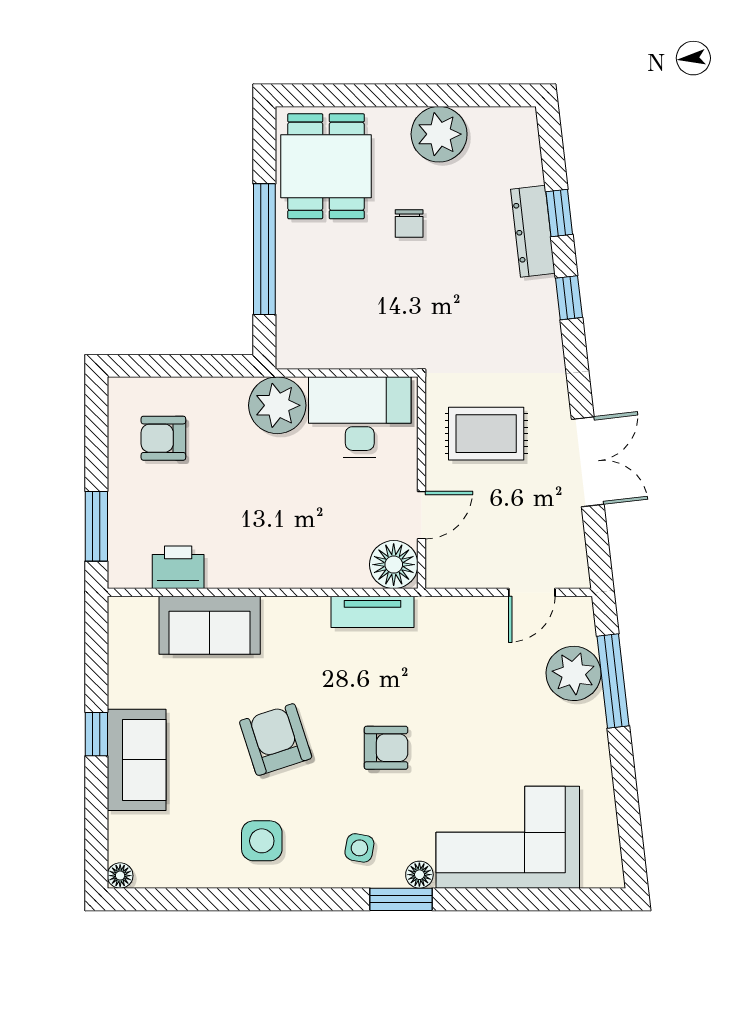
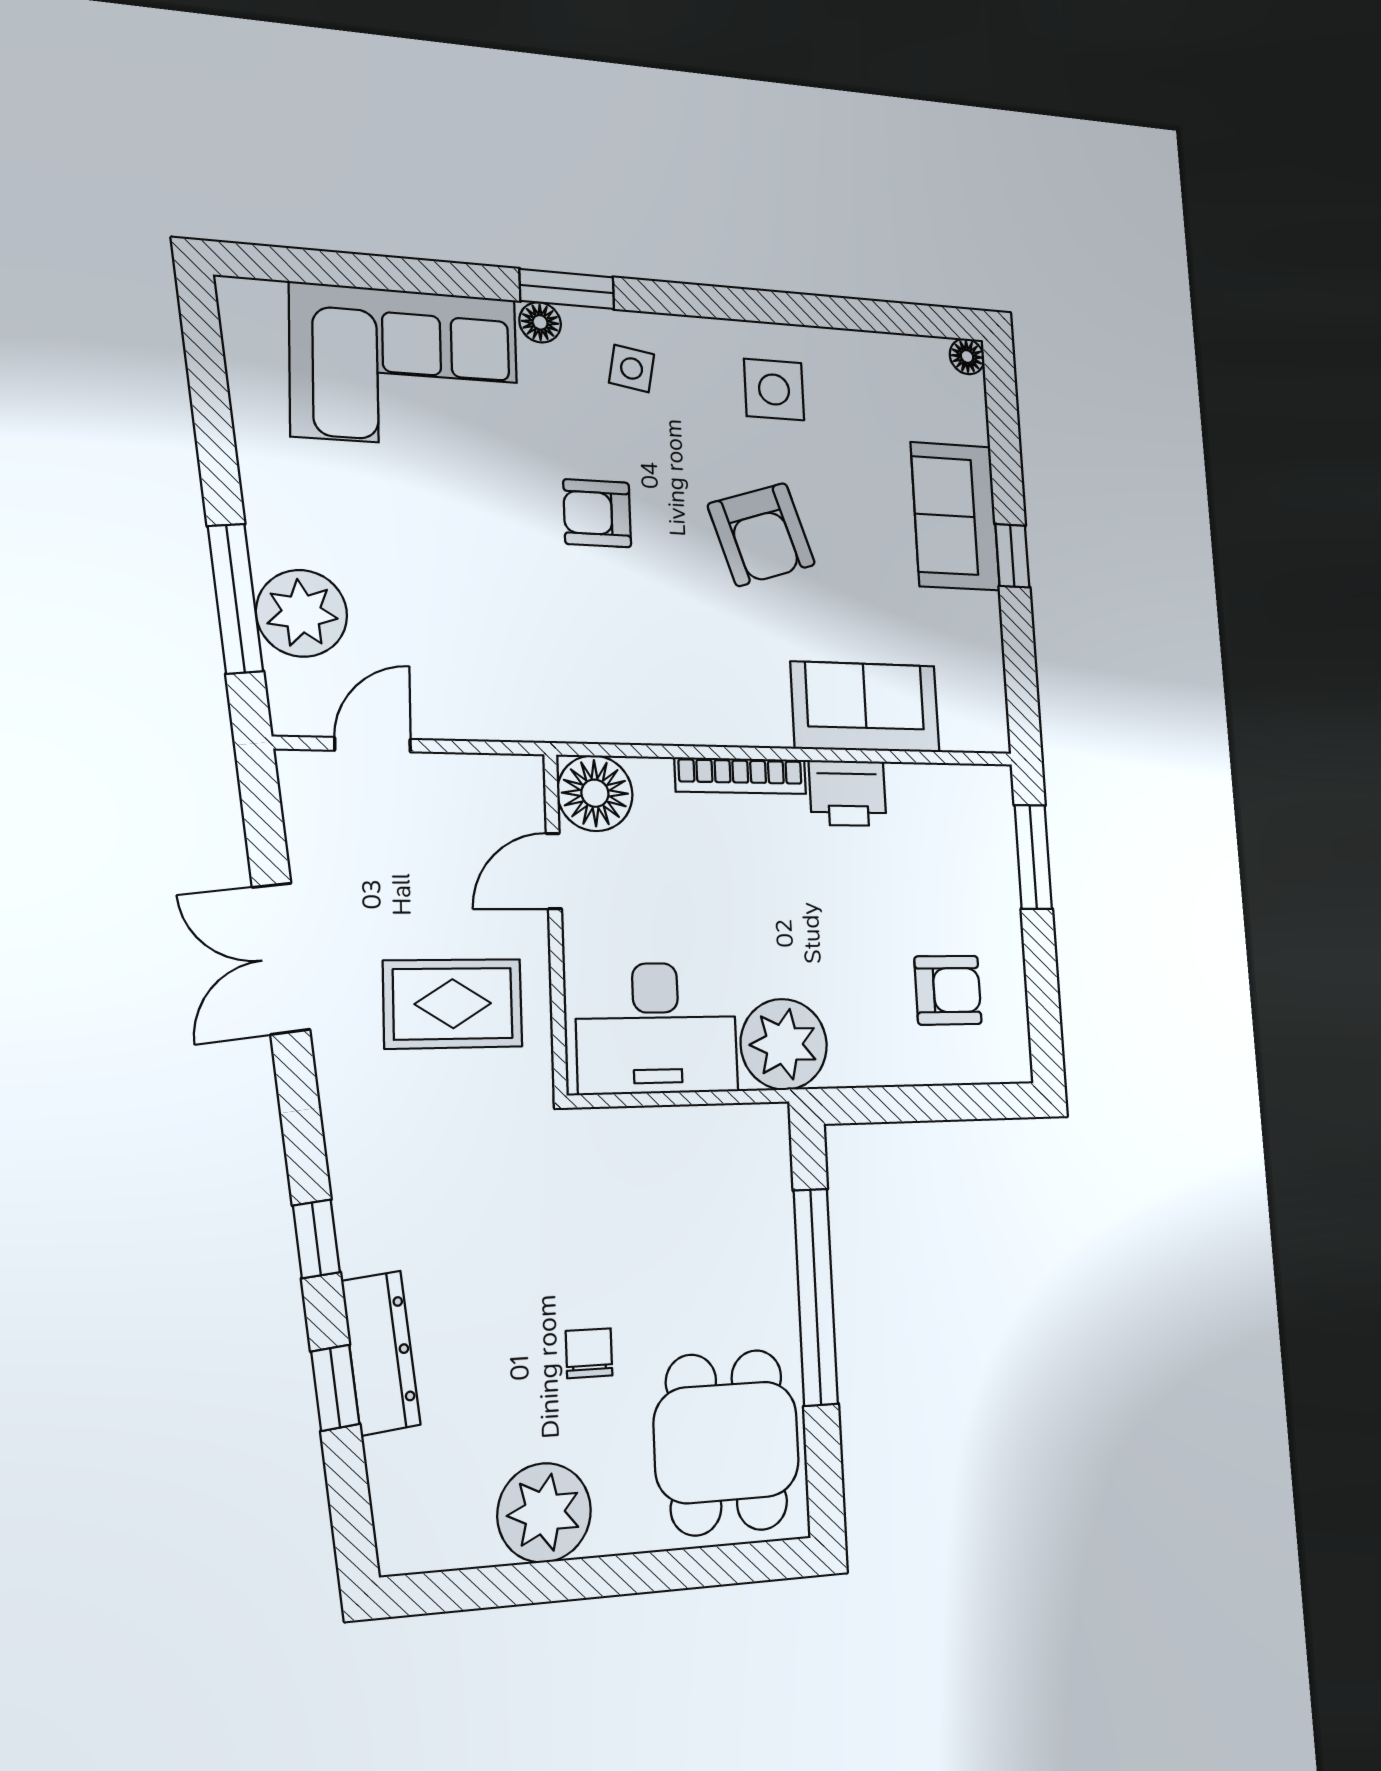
printer: (178, 567) -> (848, 793), moved
bookcase: (298, 578) -> (741, 776), added
tv unit: (373, 612) -> (625, 720), removed

